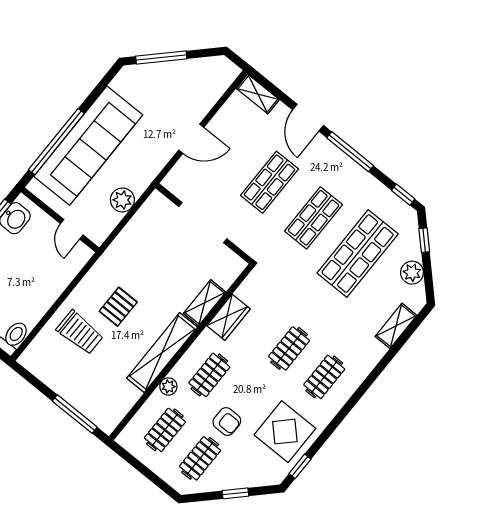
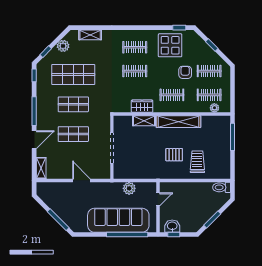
plant: (168, 386) -> (214, 108), moved

